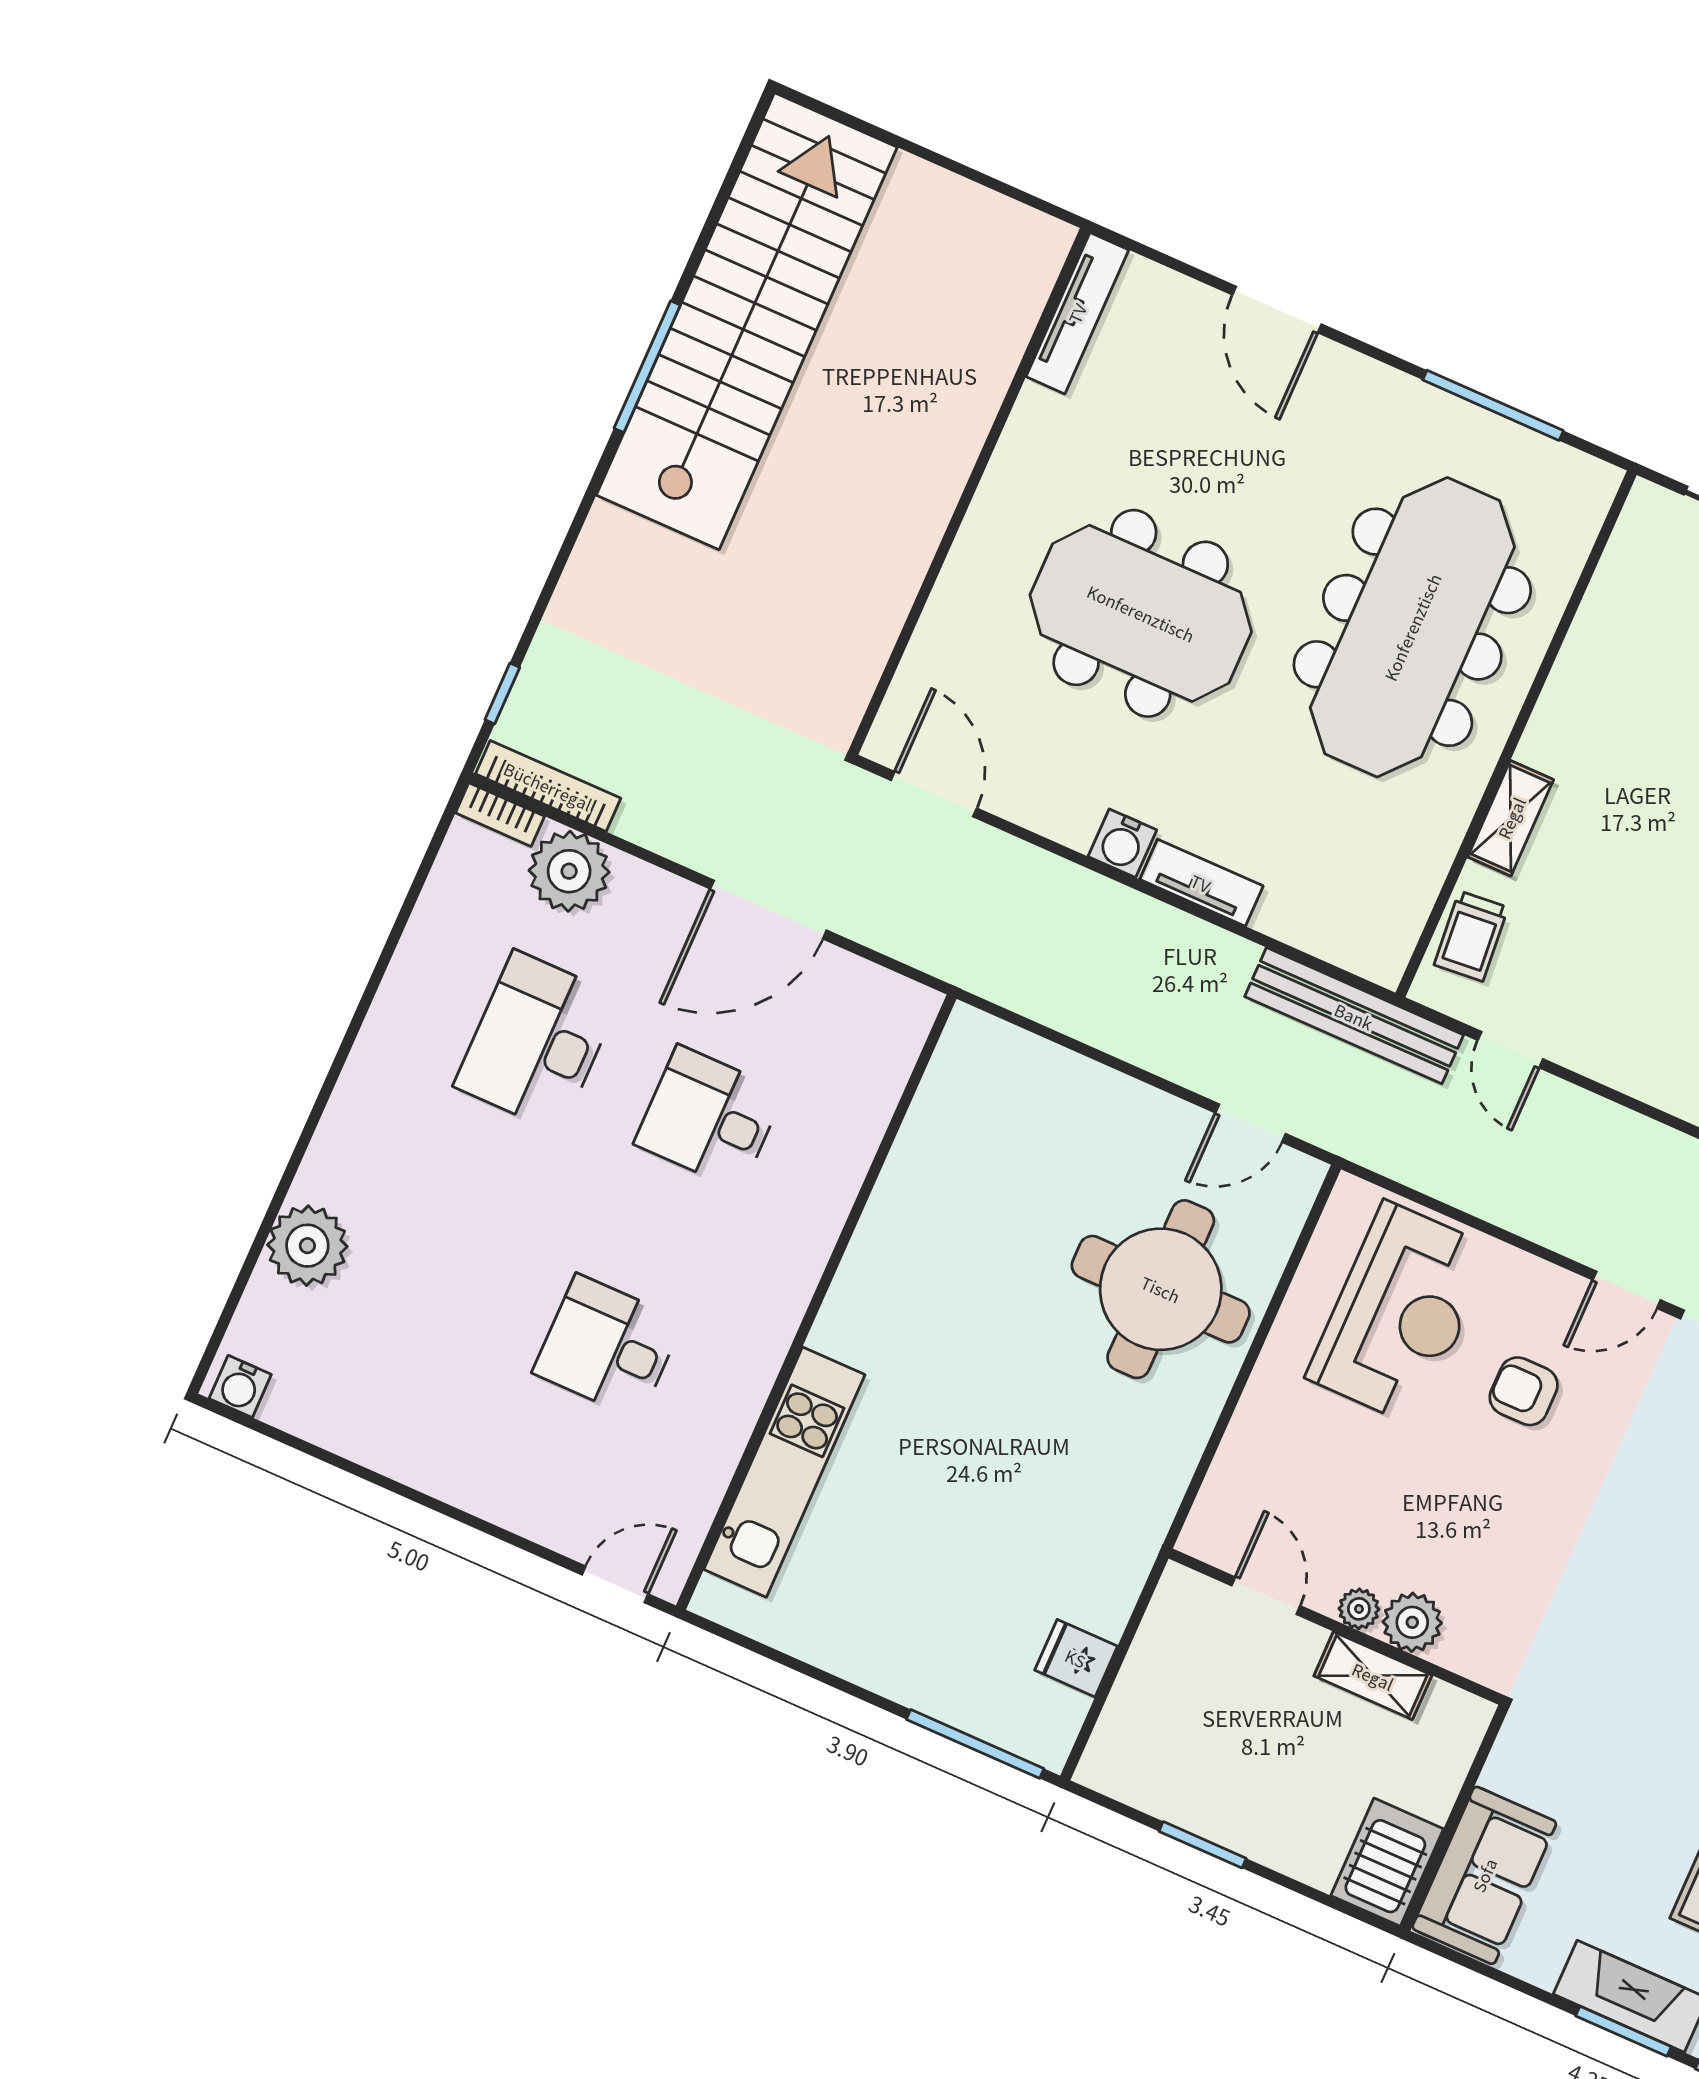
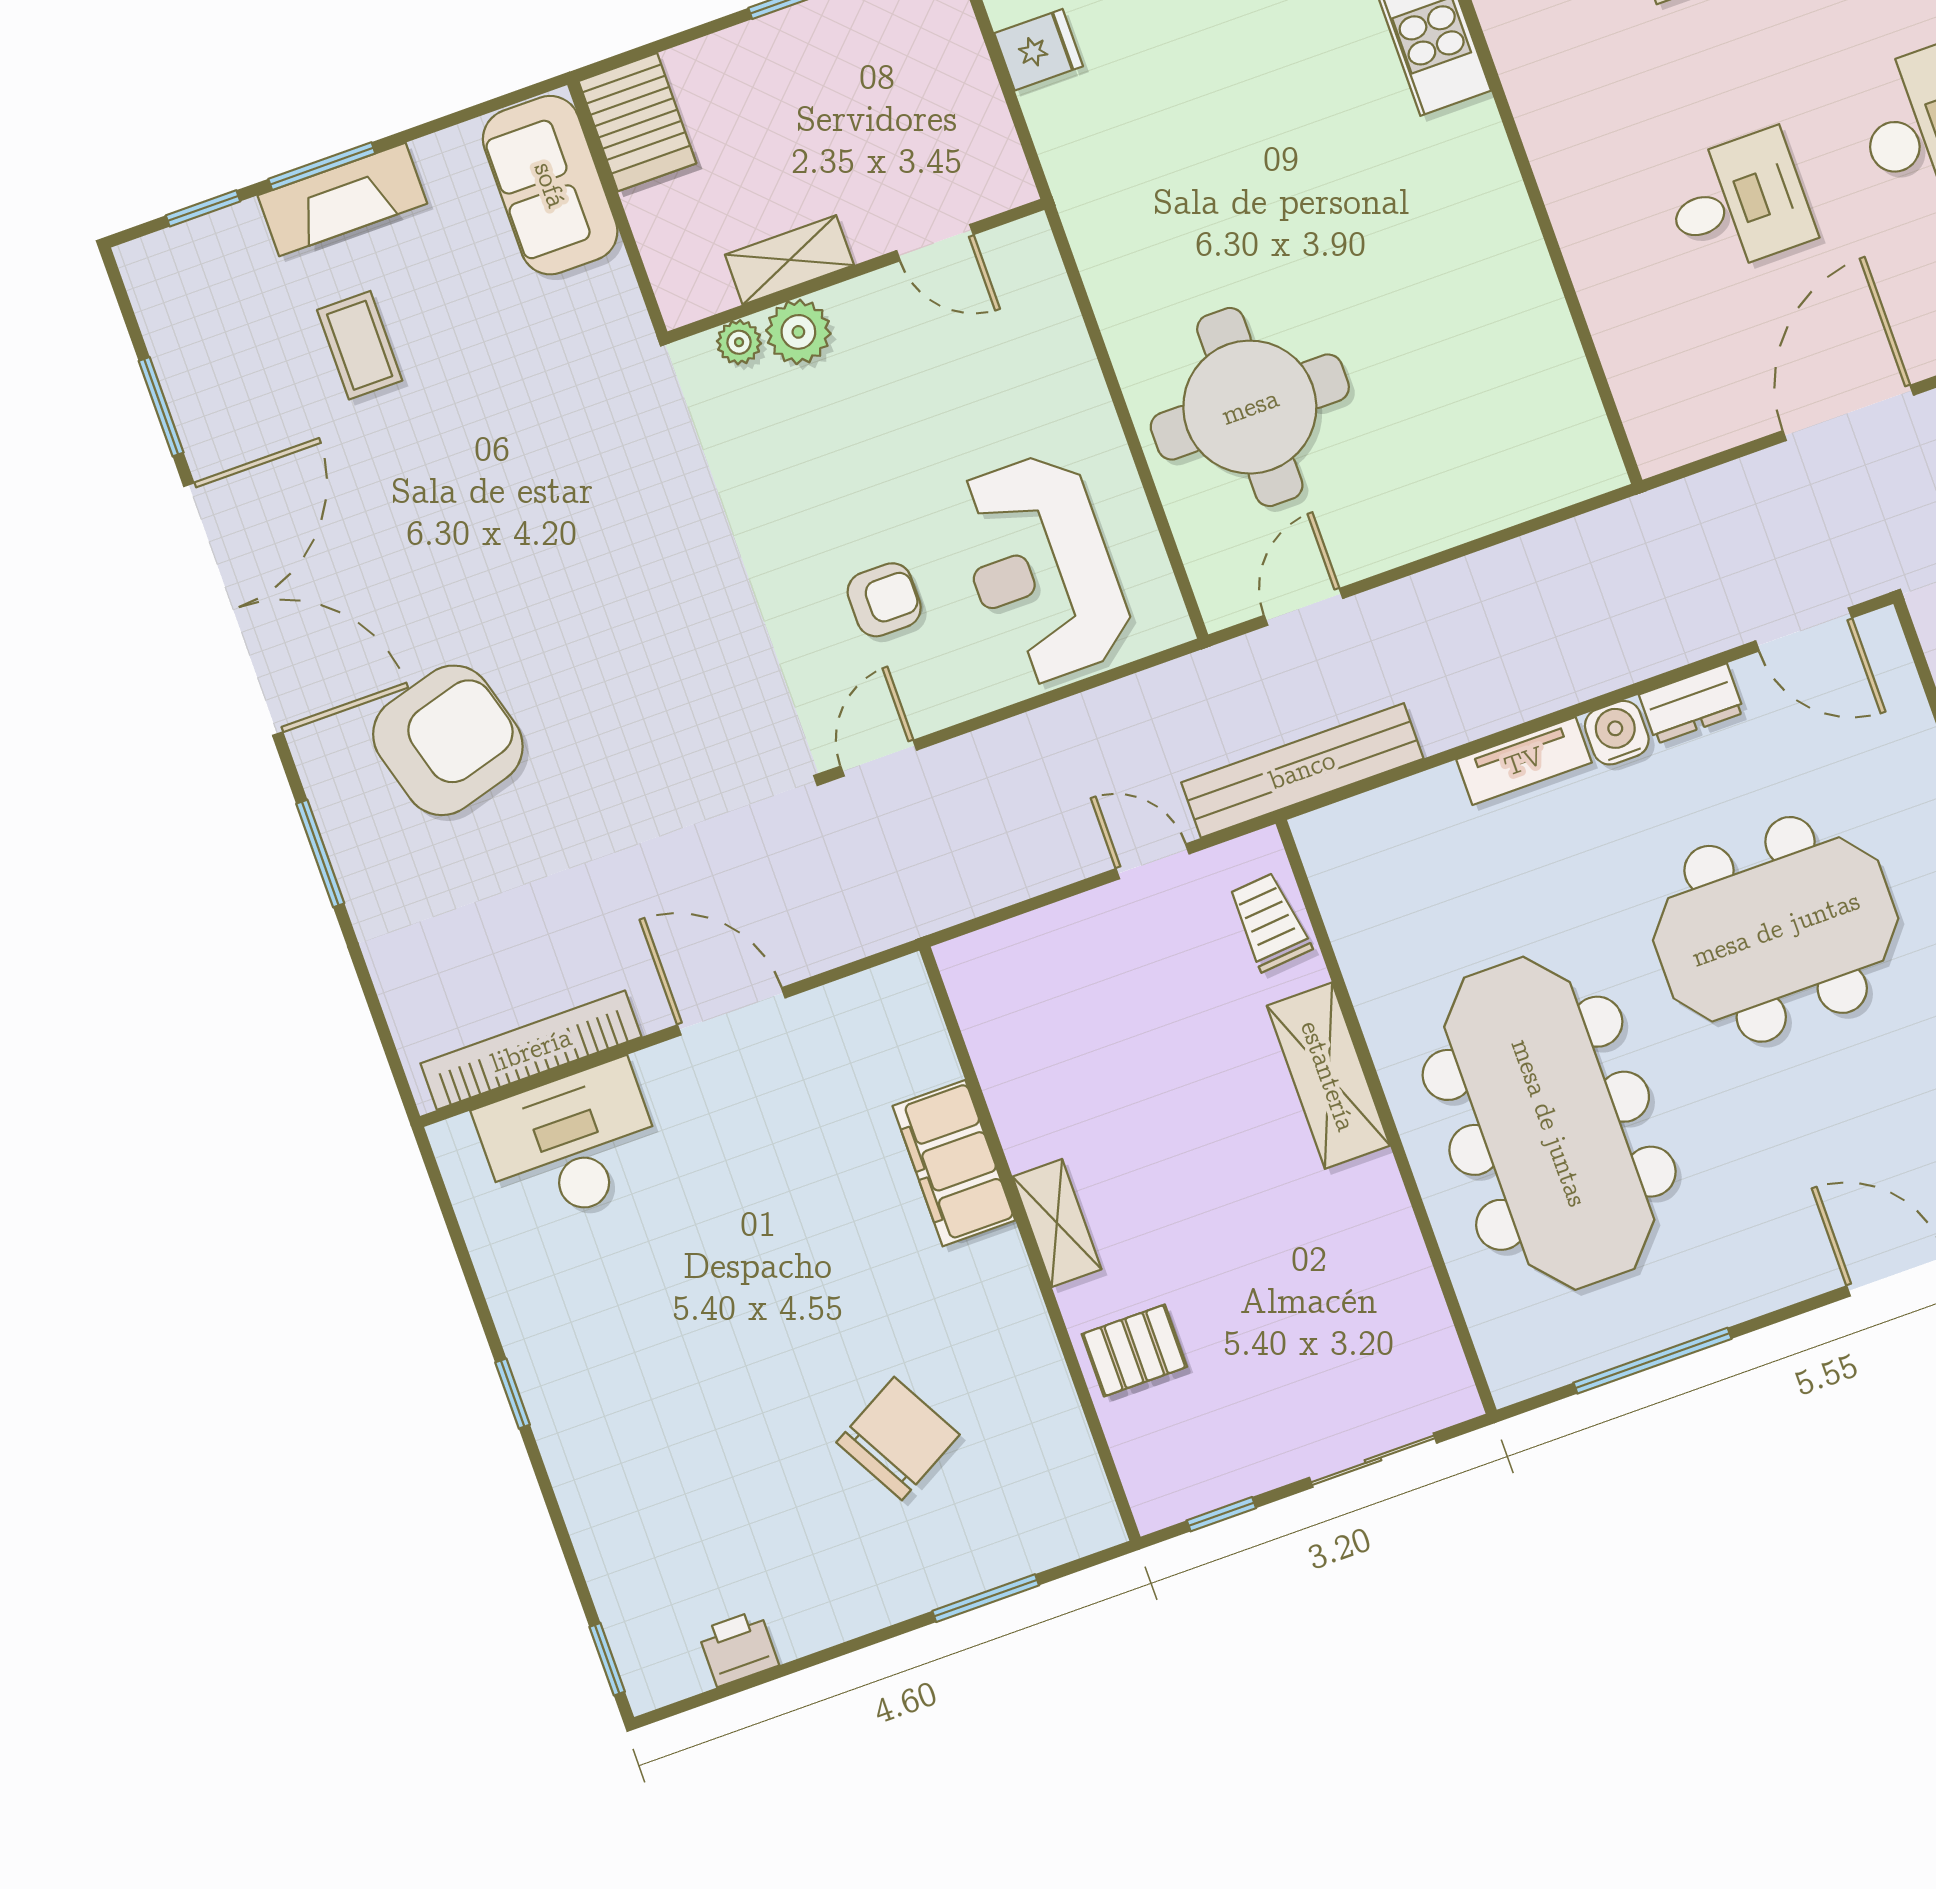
dresser: (1055, 816) -> (1692, 704), added
shelving: (1511, 818) -> (1328, 1076), width x1.50, depth x1.33
plant: (1359, 1609) -> (739, 342), moved

